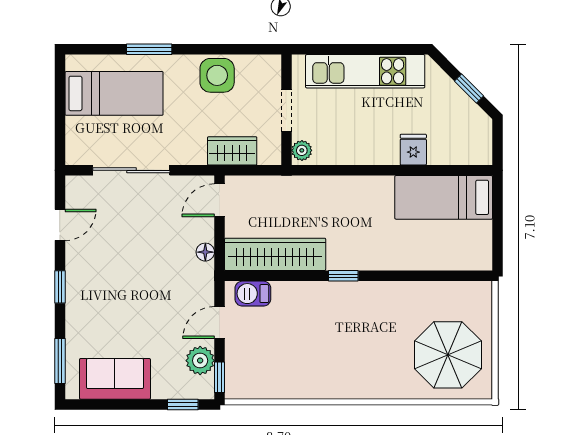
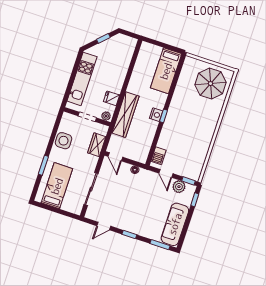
fridge: (413, 150) -> (112, 98), moved
bed: (444, 197) -> (166, 71), moved
door: (60, 225) -> (104, 226), swing flipped
wardrobe: (275, 254) -> (125, 115), moved, turned 180
nightstand: (341, 259) -> (156, 115), added
sofa: (115, 379) -> (175, 224), width x1.36

